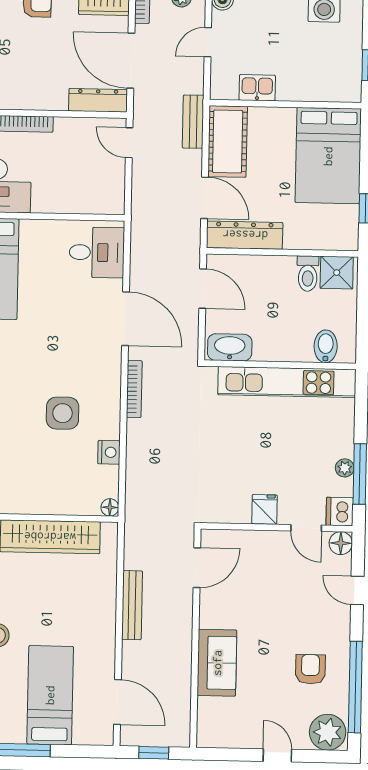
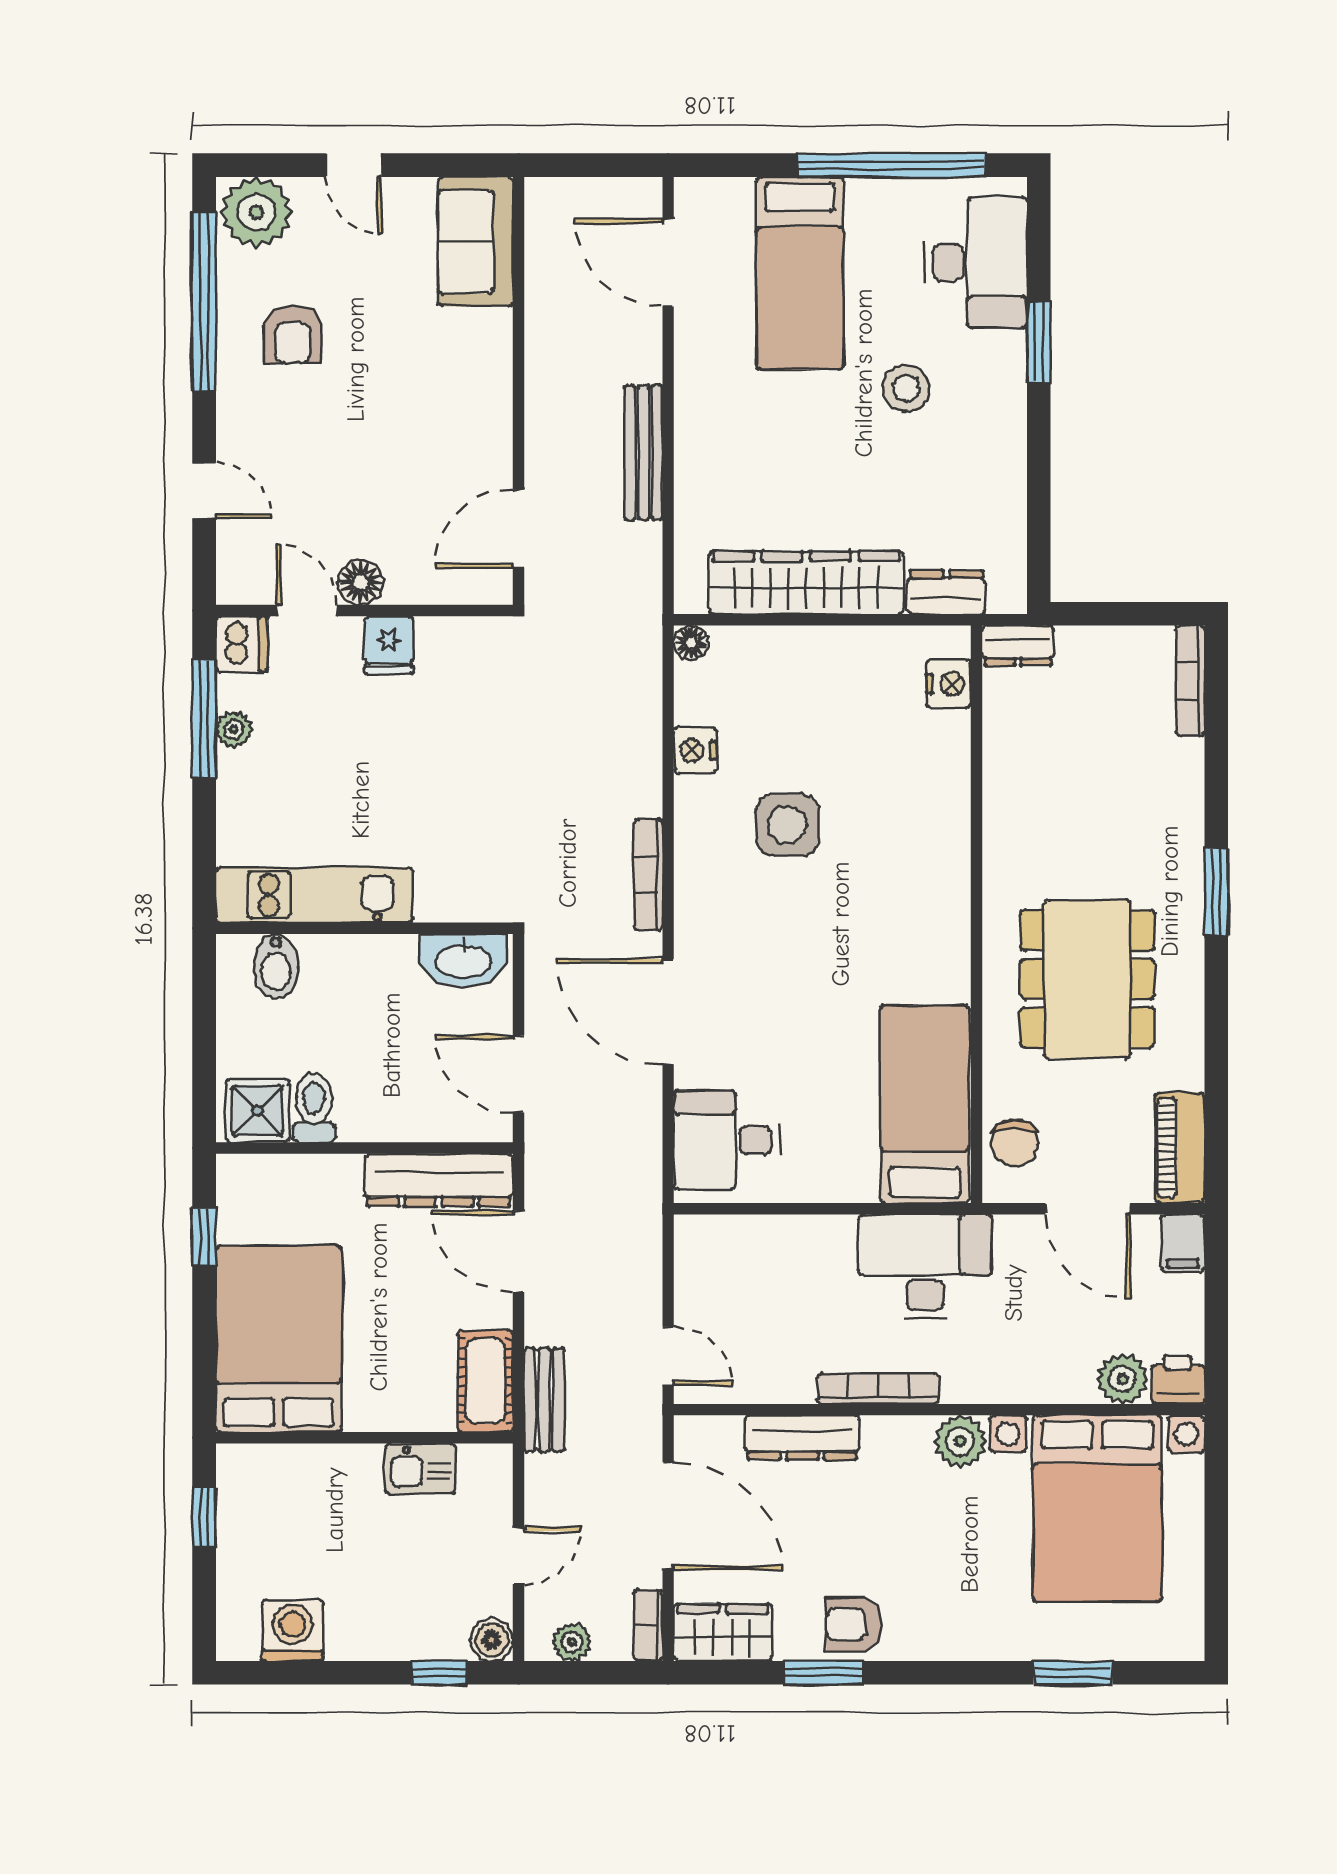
dresser: (98, 100) -> (802, 1438), moved
cot: (228, 141) -> (485, 1381), width x0.73, depth x0.75
kitchen unit: (287, 382) -> (314, 895), width x0.73
floor lamp: (341, 543) -> (361, 582), moved
sofa: (217, 663) -> (475, 242), moved
window: (154, 753) -> (595, 165), removed

